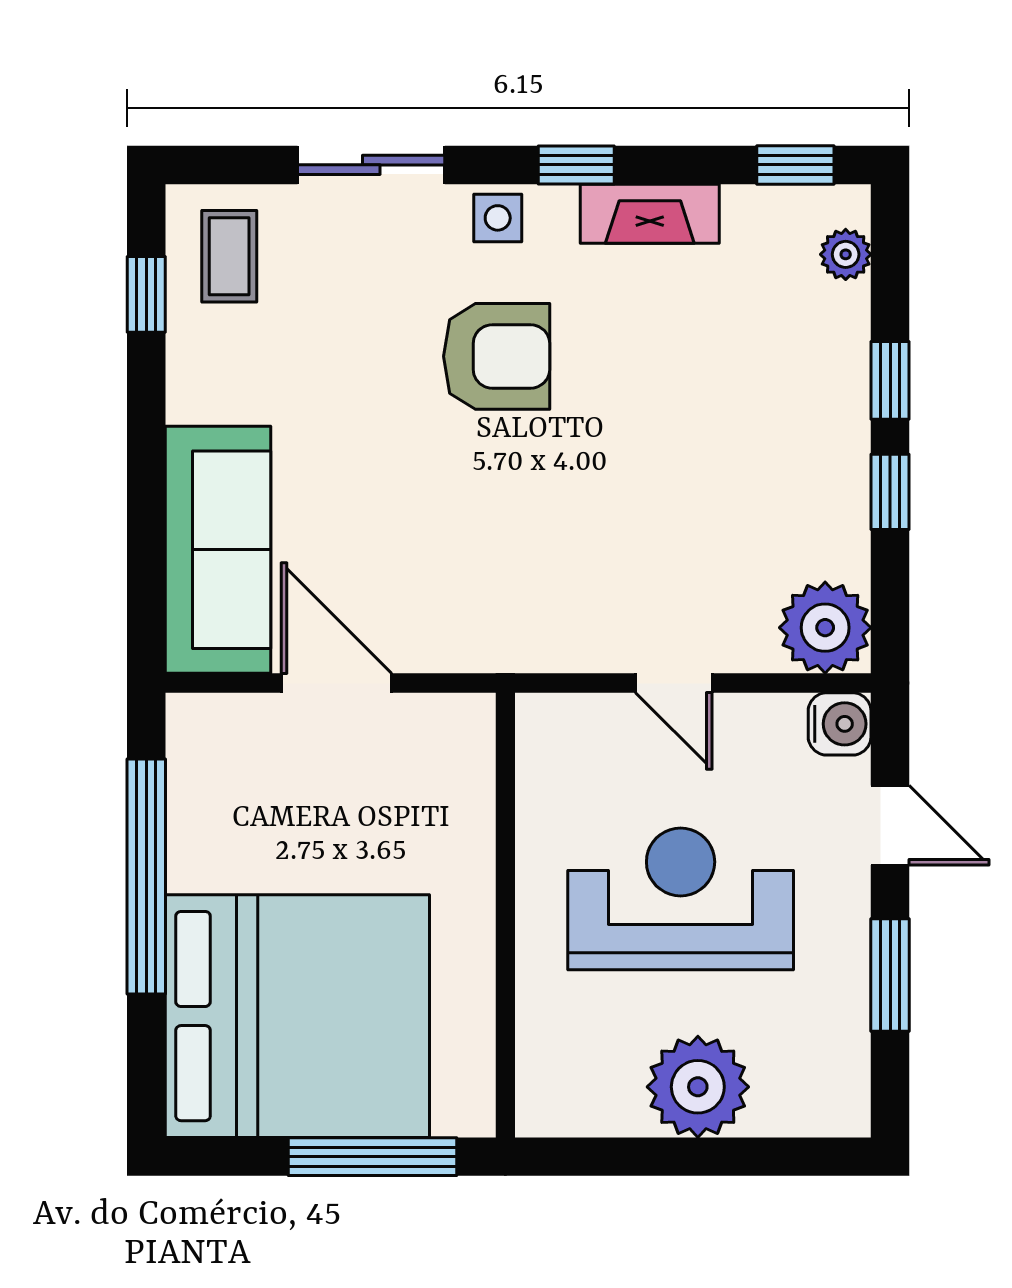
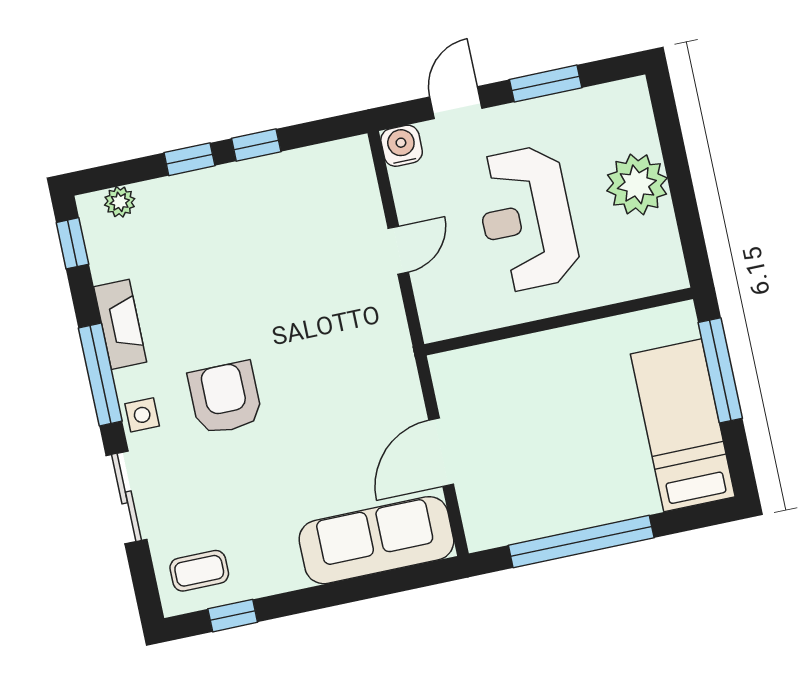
window: (576, 165) -> (100, 375), width x2.17
plant: (825, 628) -> (346, 167), removed
bed: (297, 1016) -> (683, 425), width x0.49

